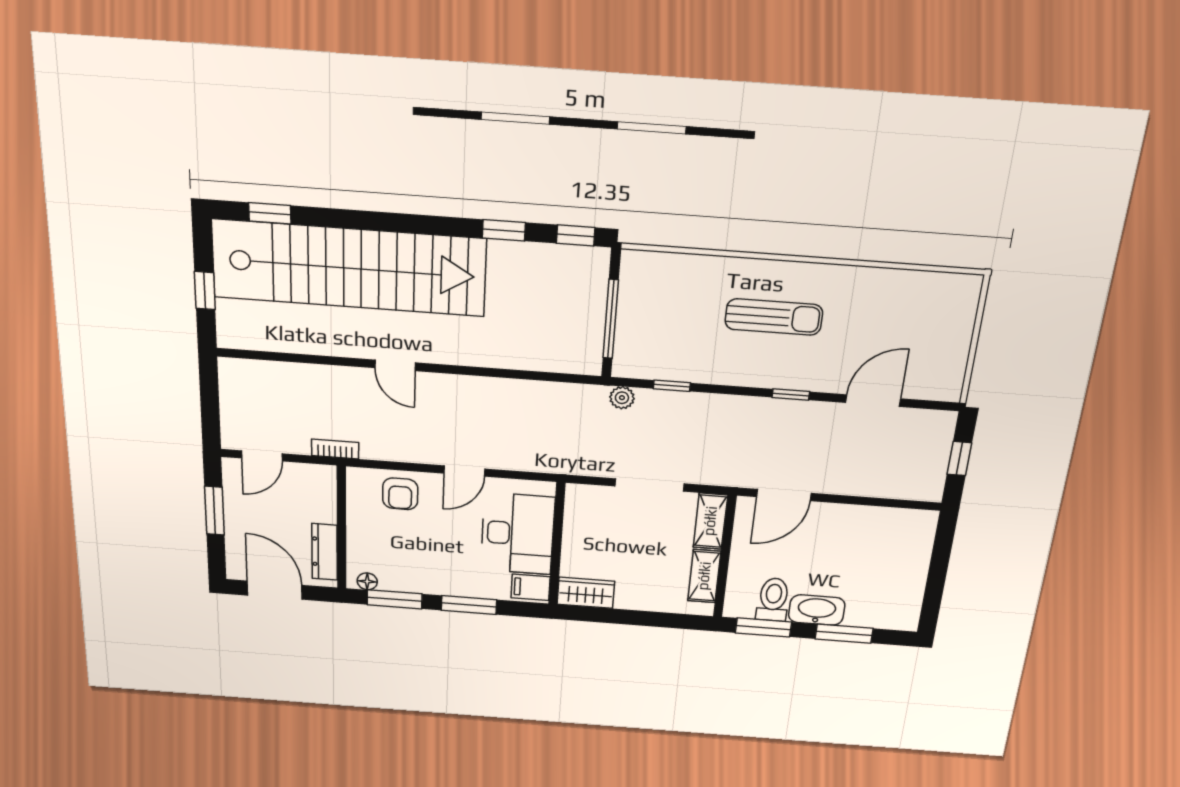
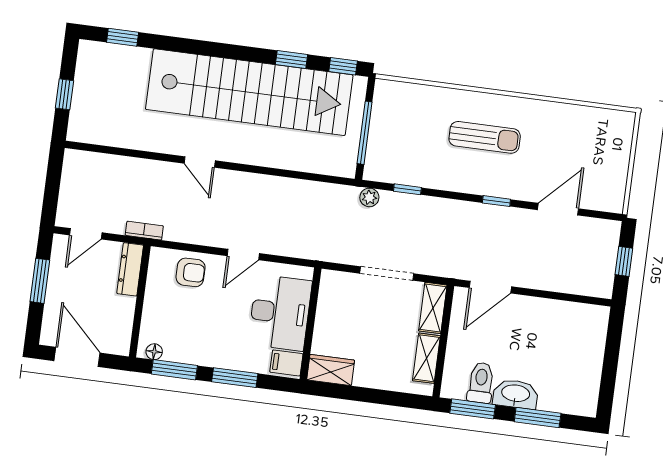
stairs: (349, 268) -> (249, 92), moved
armchair: (400, 494) -> (191, 272), turned -90
dresser: (325, 552) -> (130, 269), moved

